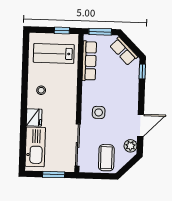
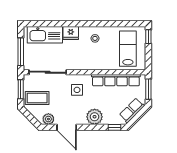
window: (62, 31) -> (148, 37), moved
row of seats: (89, 61) -> (116, 80), width x1.36
plant: (130, 94) -> (95, 117), added
window: (54, 175) -> (21, 52), width x1.44
window: (96, 176) -> (21, 89), added

